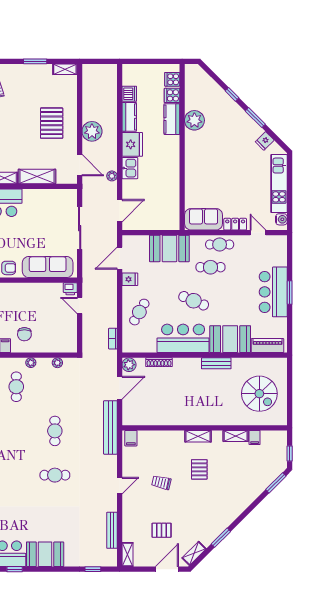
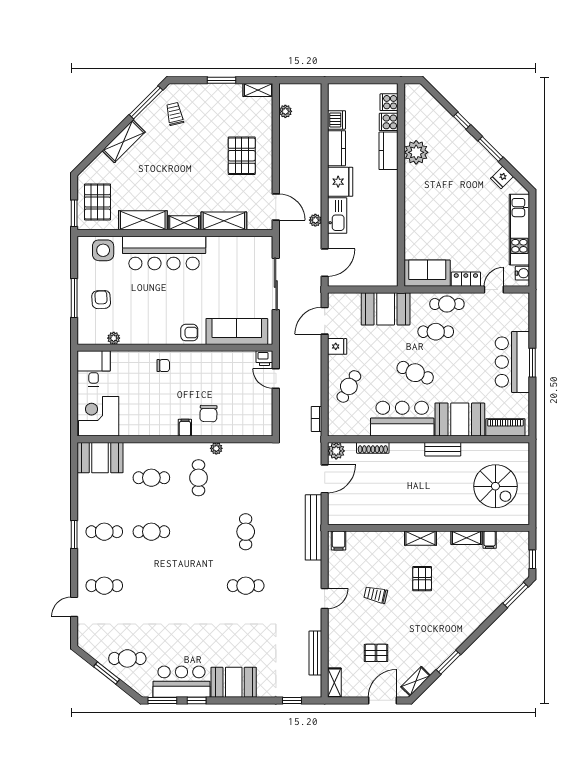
plant: (92, 131) -> (285, 111), moved, width x0.53, depth x0.53
kitchen sink: (130, 168) -> (337, 216), width x1.38
door: (258, 233) -> (494, 290), hinge flipped
plant: (57, 363) -> (249, 448), removed

